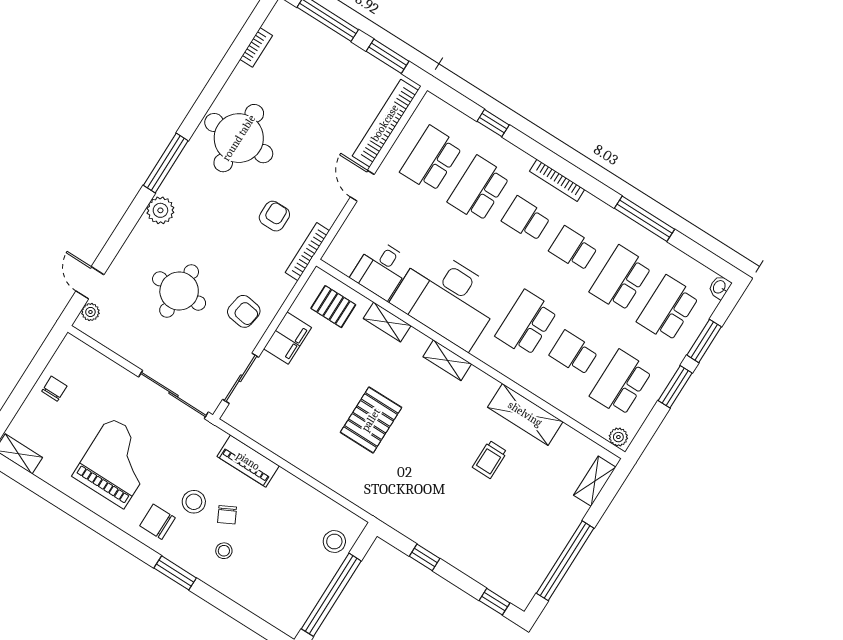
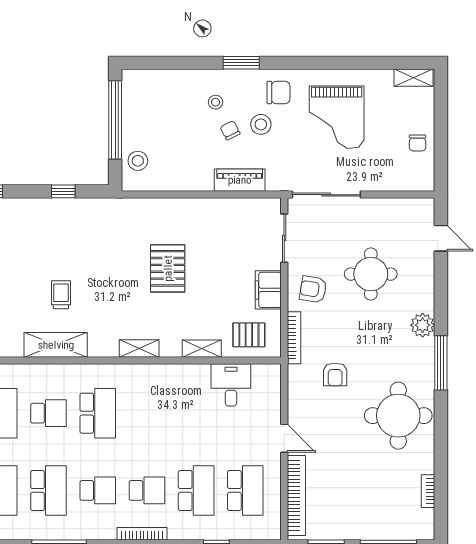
bookcase: (307, 252) -> (294, 338), moved
desk: (447, 298) -> (168, 395), removed
plant: (90, 312) -> (427, 217), removed

